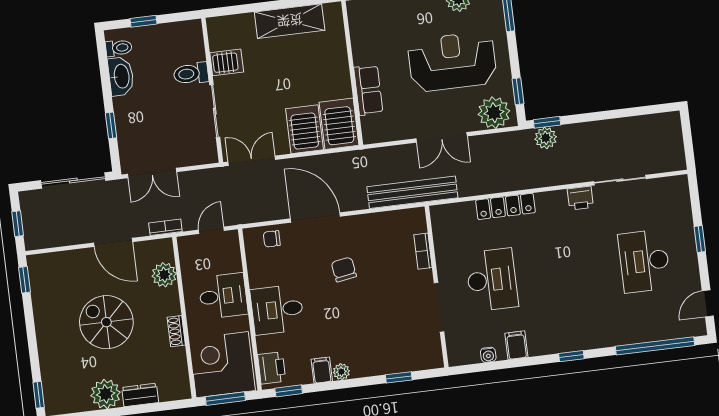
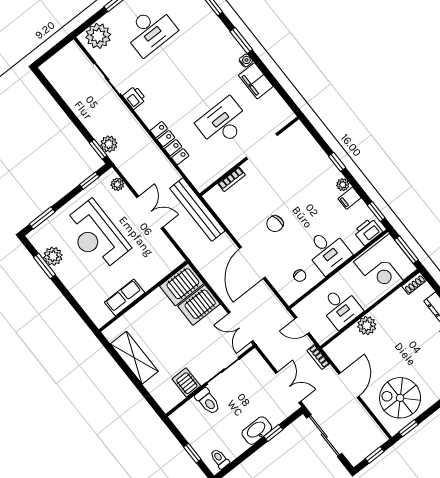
washbasin: (121, 76) -> (257, 431), moved
row of seats: (368, 90) -> (125, 297), moved
plant: (494, 113) -> (117, 184), width x0.53, depth x0.53
plant: (674, 199) -> (98, 36), added
chair: (272, 239) -> (300, 276), moved
plant: (164, 275) -> (367, 326), moved
desk: (223, 296) -> (341, 307), moved, turned 180
spiral stairs: (106, 322) -> (400, 398), moved, turned 90
shoe rack: (176, 331) -> (414, 283), moved
filing cabinet: (516, 345) -> (256, 81), width x2.00
water cooler: (488, 355) -> (246, 61), moved
window: (571, 356) -> (241, 41), width x1.50
window: (399, 377) -> (337, 162), moved

